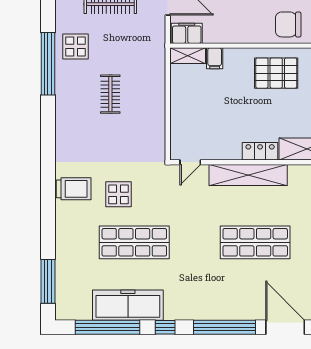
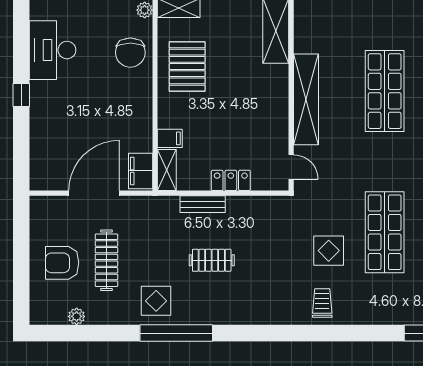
bench: (158, 86) -> (203, 204), added
locker: (260, 151) -> (231, 180), moved, turned 90
trolley: (74, 189) -> (322, 303), width x0.73, depth x0.72

